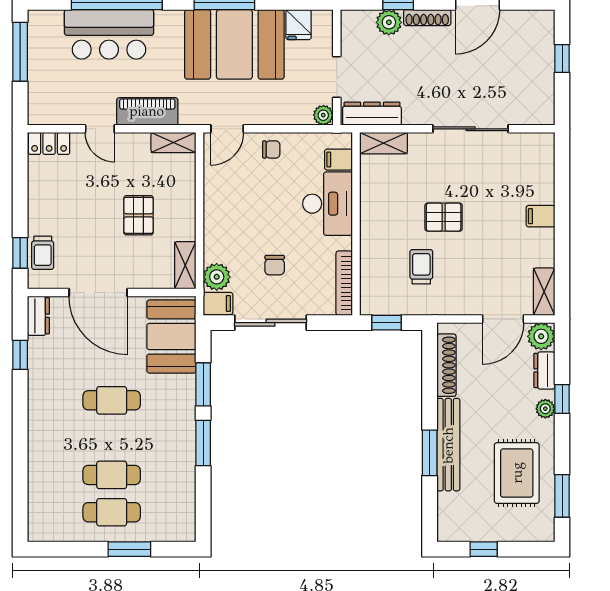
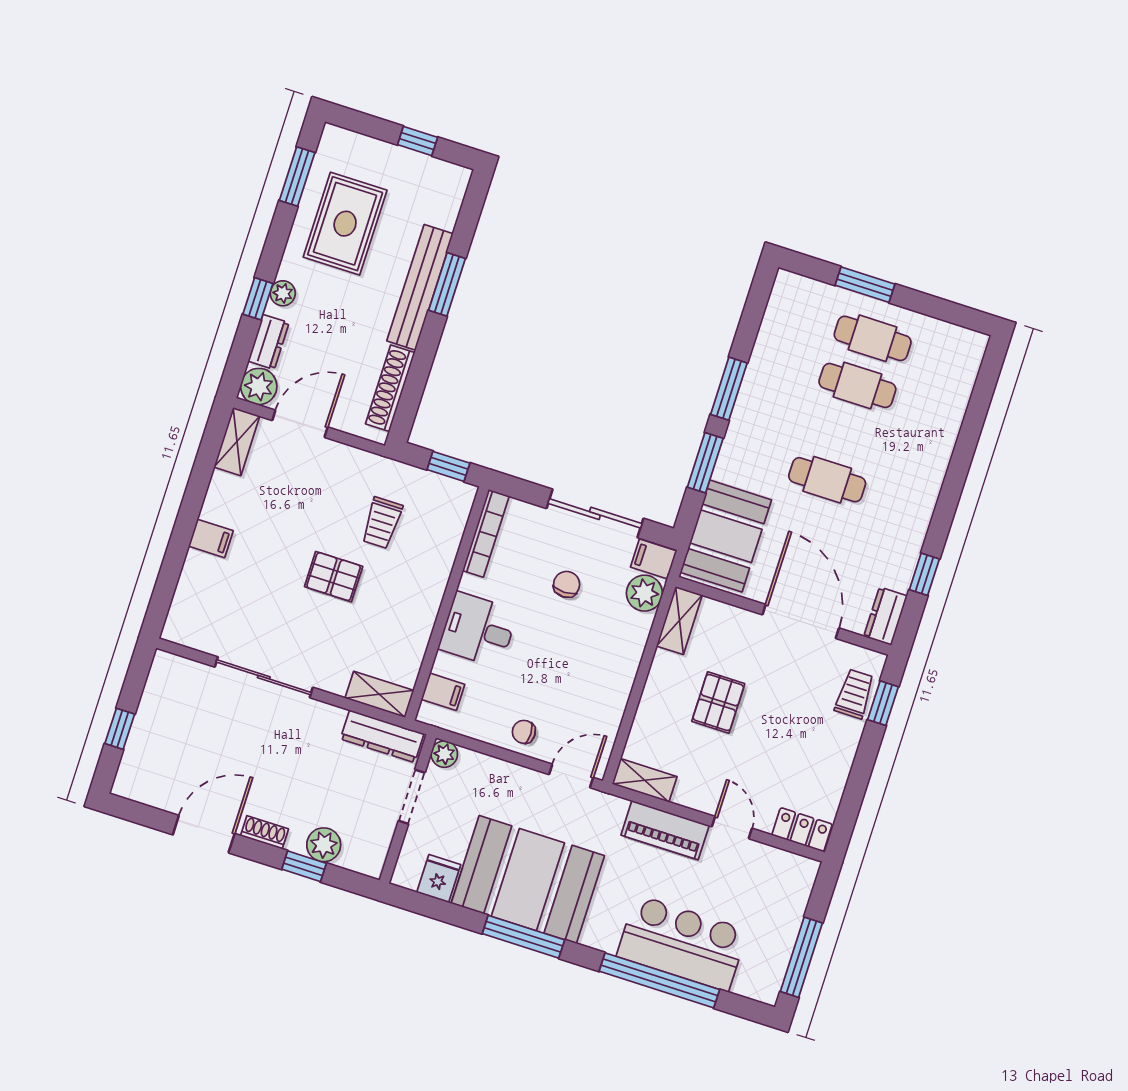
shoe rack: (427, 18) -> (264, 832), width x0.70
desk: (328, 204) -> (478, 630), width x0.73

